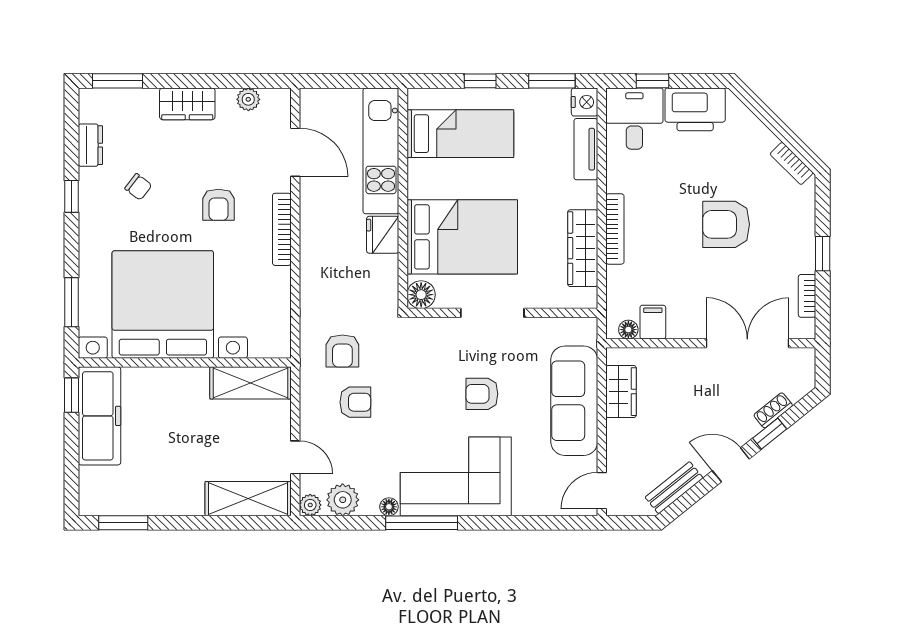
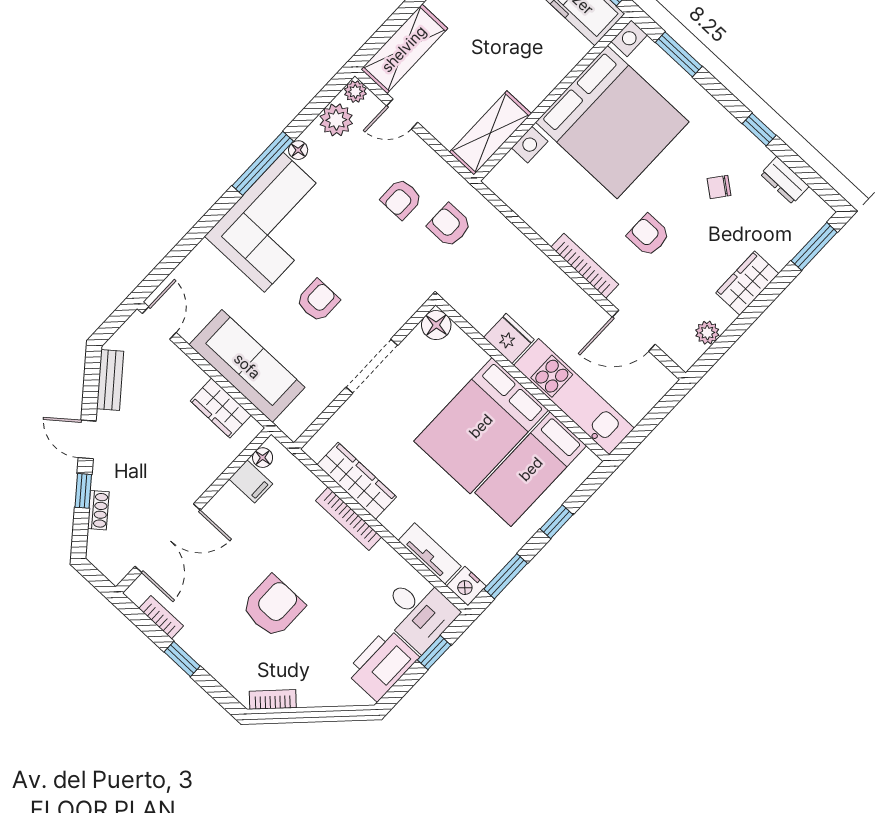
bed: (462, 237) -> (481, 426), moved
door: (731, 465) -> (87, 439), swing flipped

